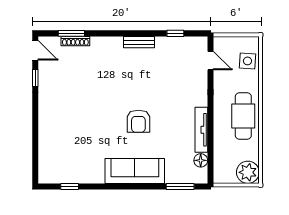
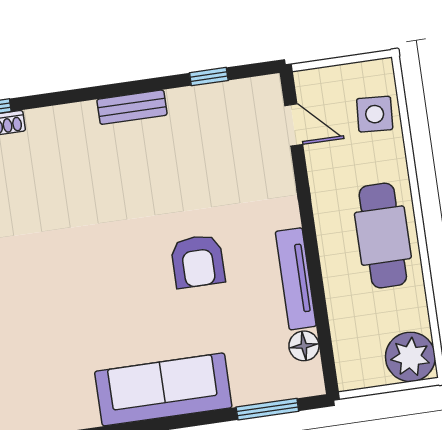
armchair: (138, 121) -> (198, 261), moved

